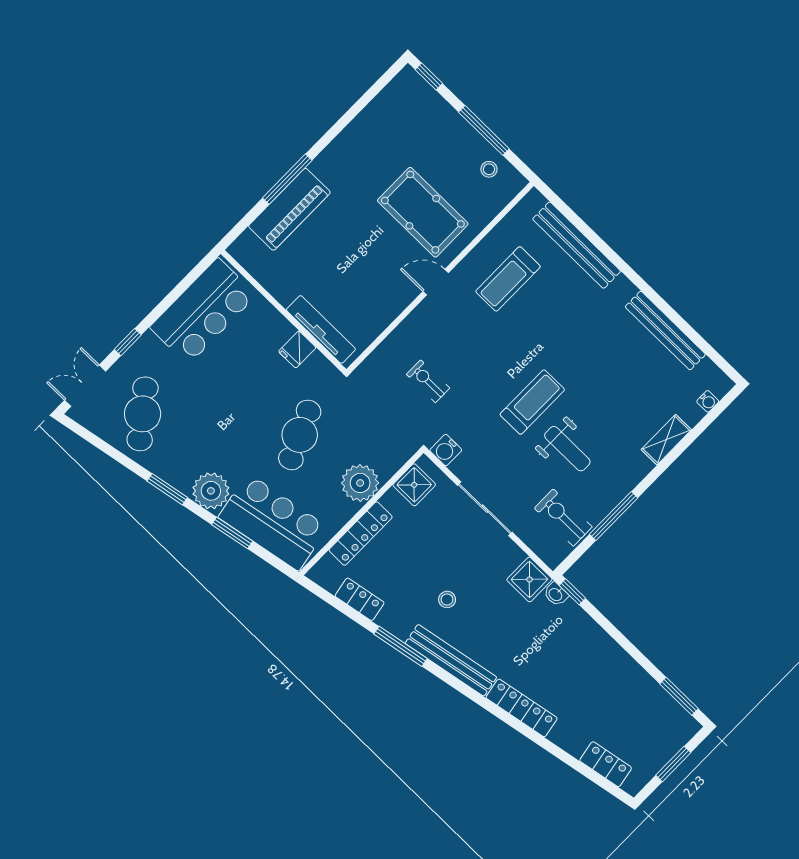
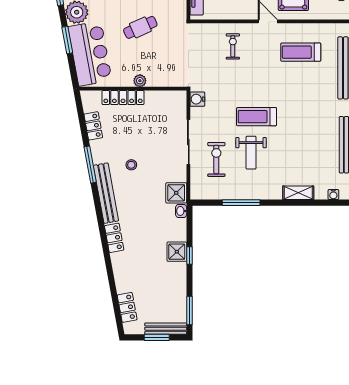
exercise bike: (428, 381) -> (233, 46), moved
treadmill: (532, 402) -> (257, 117), turned 180
cafe table: (300, 435) -> (140, 27), width x0.73, depth x0.74
plant: (360, 483) -> (140, 81), width x0.53, depth x0.53
shower: (414, 485) -> (177, 252), moved
exercise bike: (563, 518) -> (216, 159), moved
window: (572, 592) -> (189, 255), moved
locker: (522, 708) -> (114, 238), width x0.66
bench: (673, 744) -> (166, 329), added

